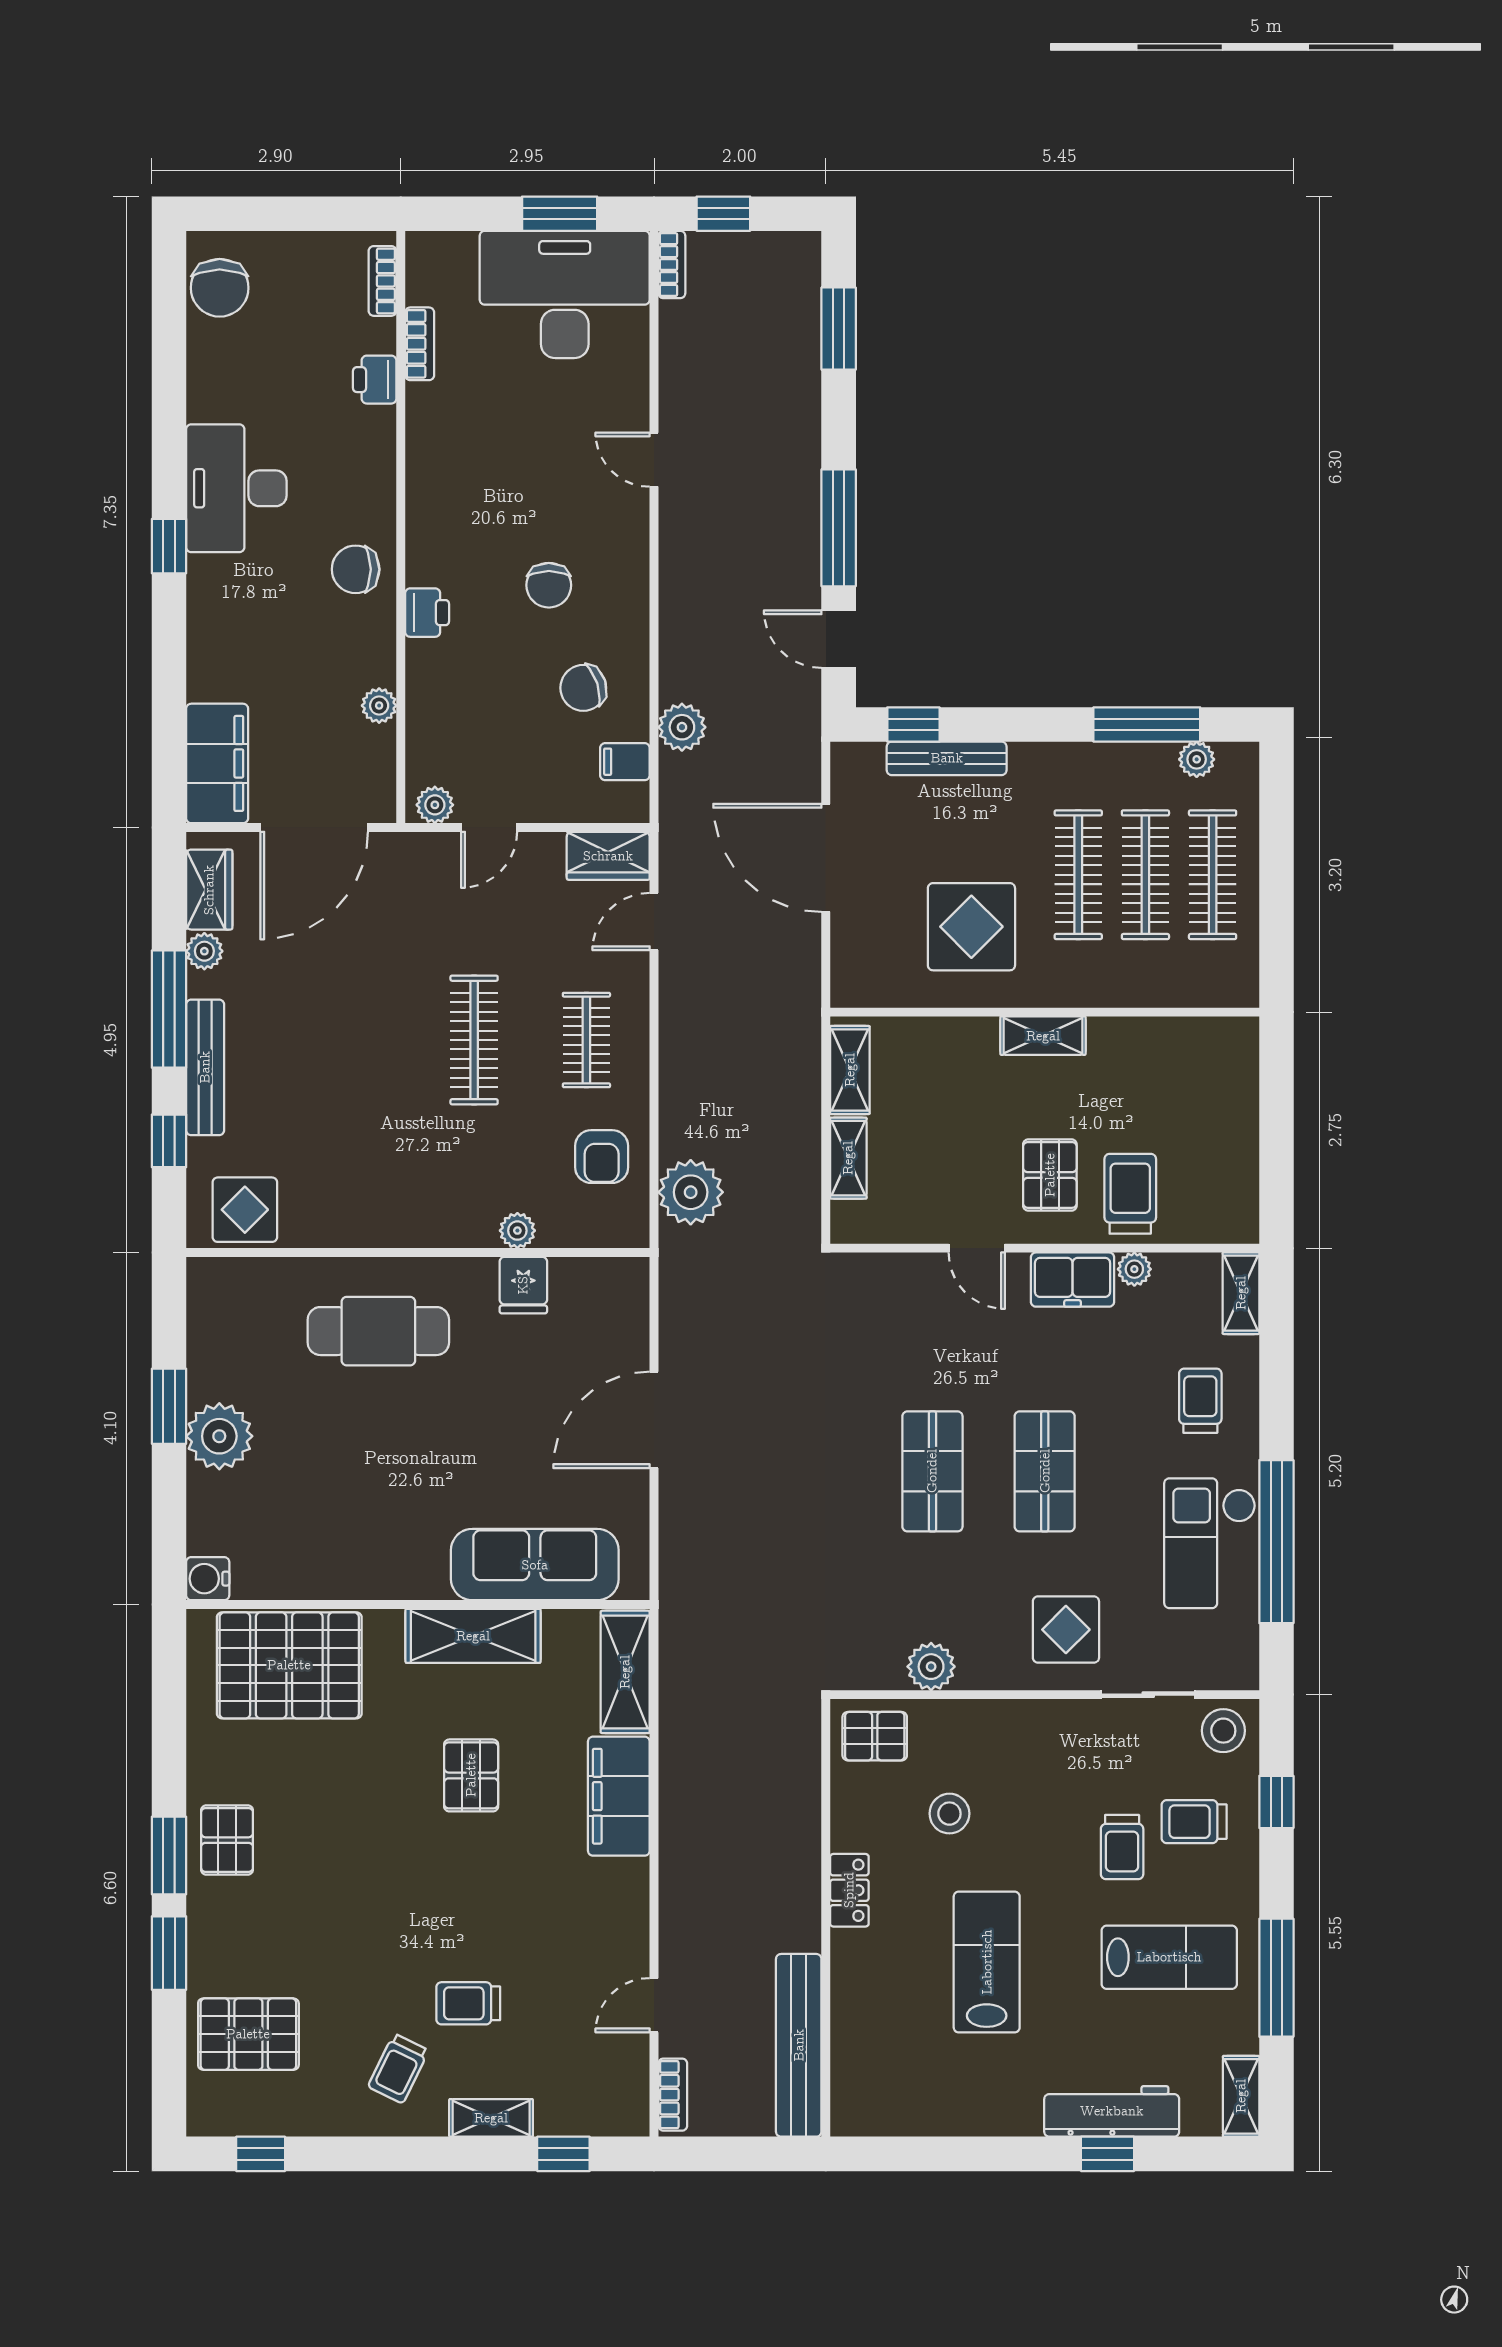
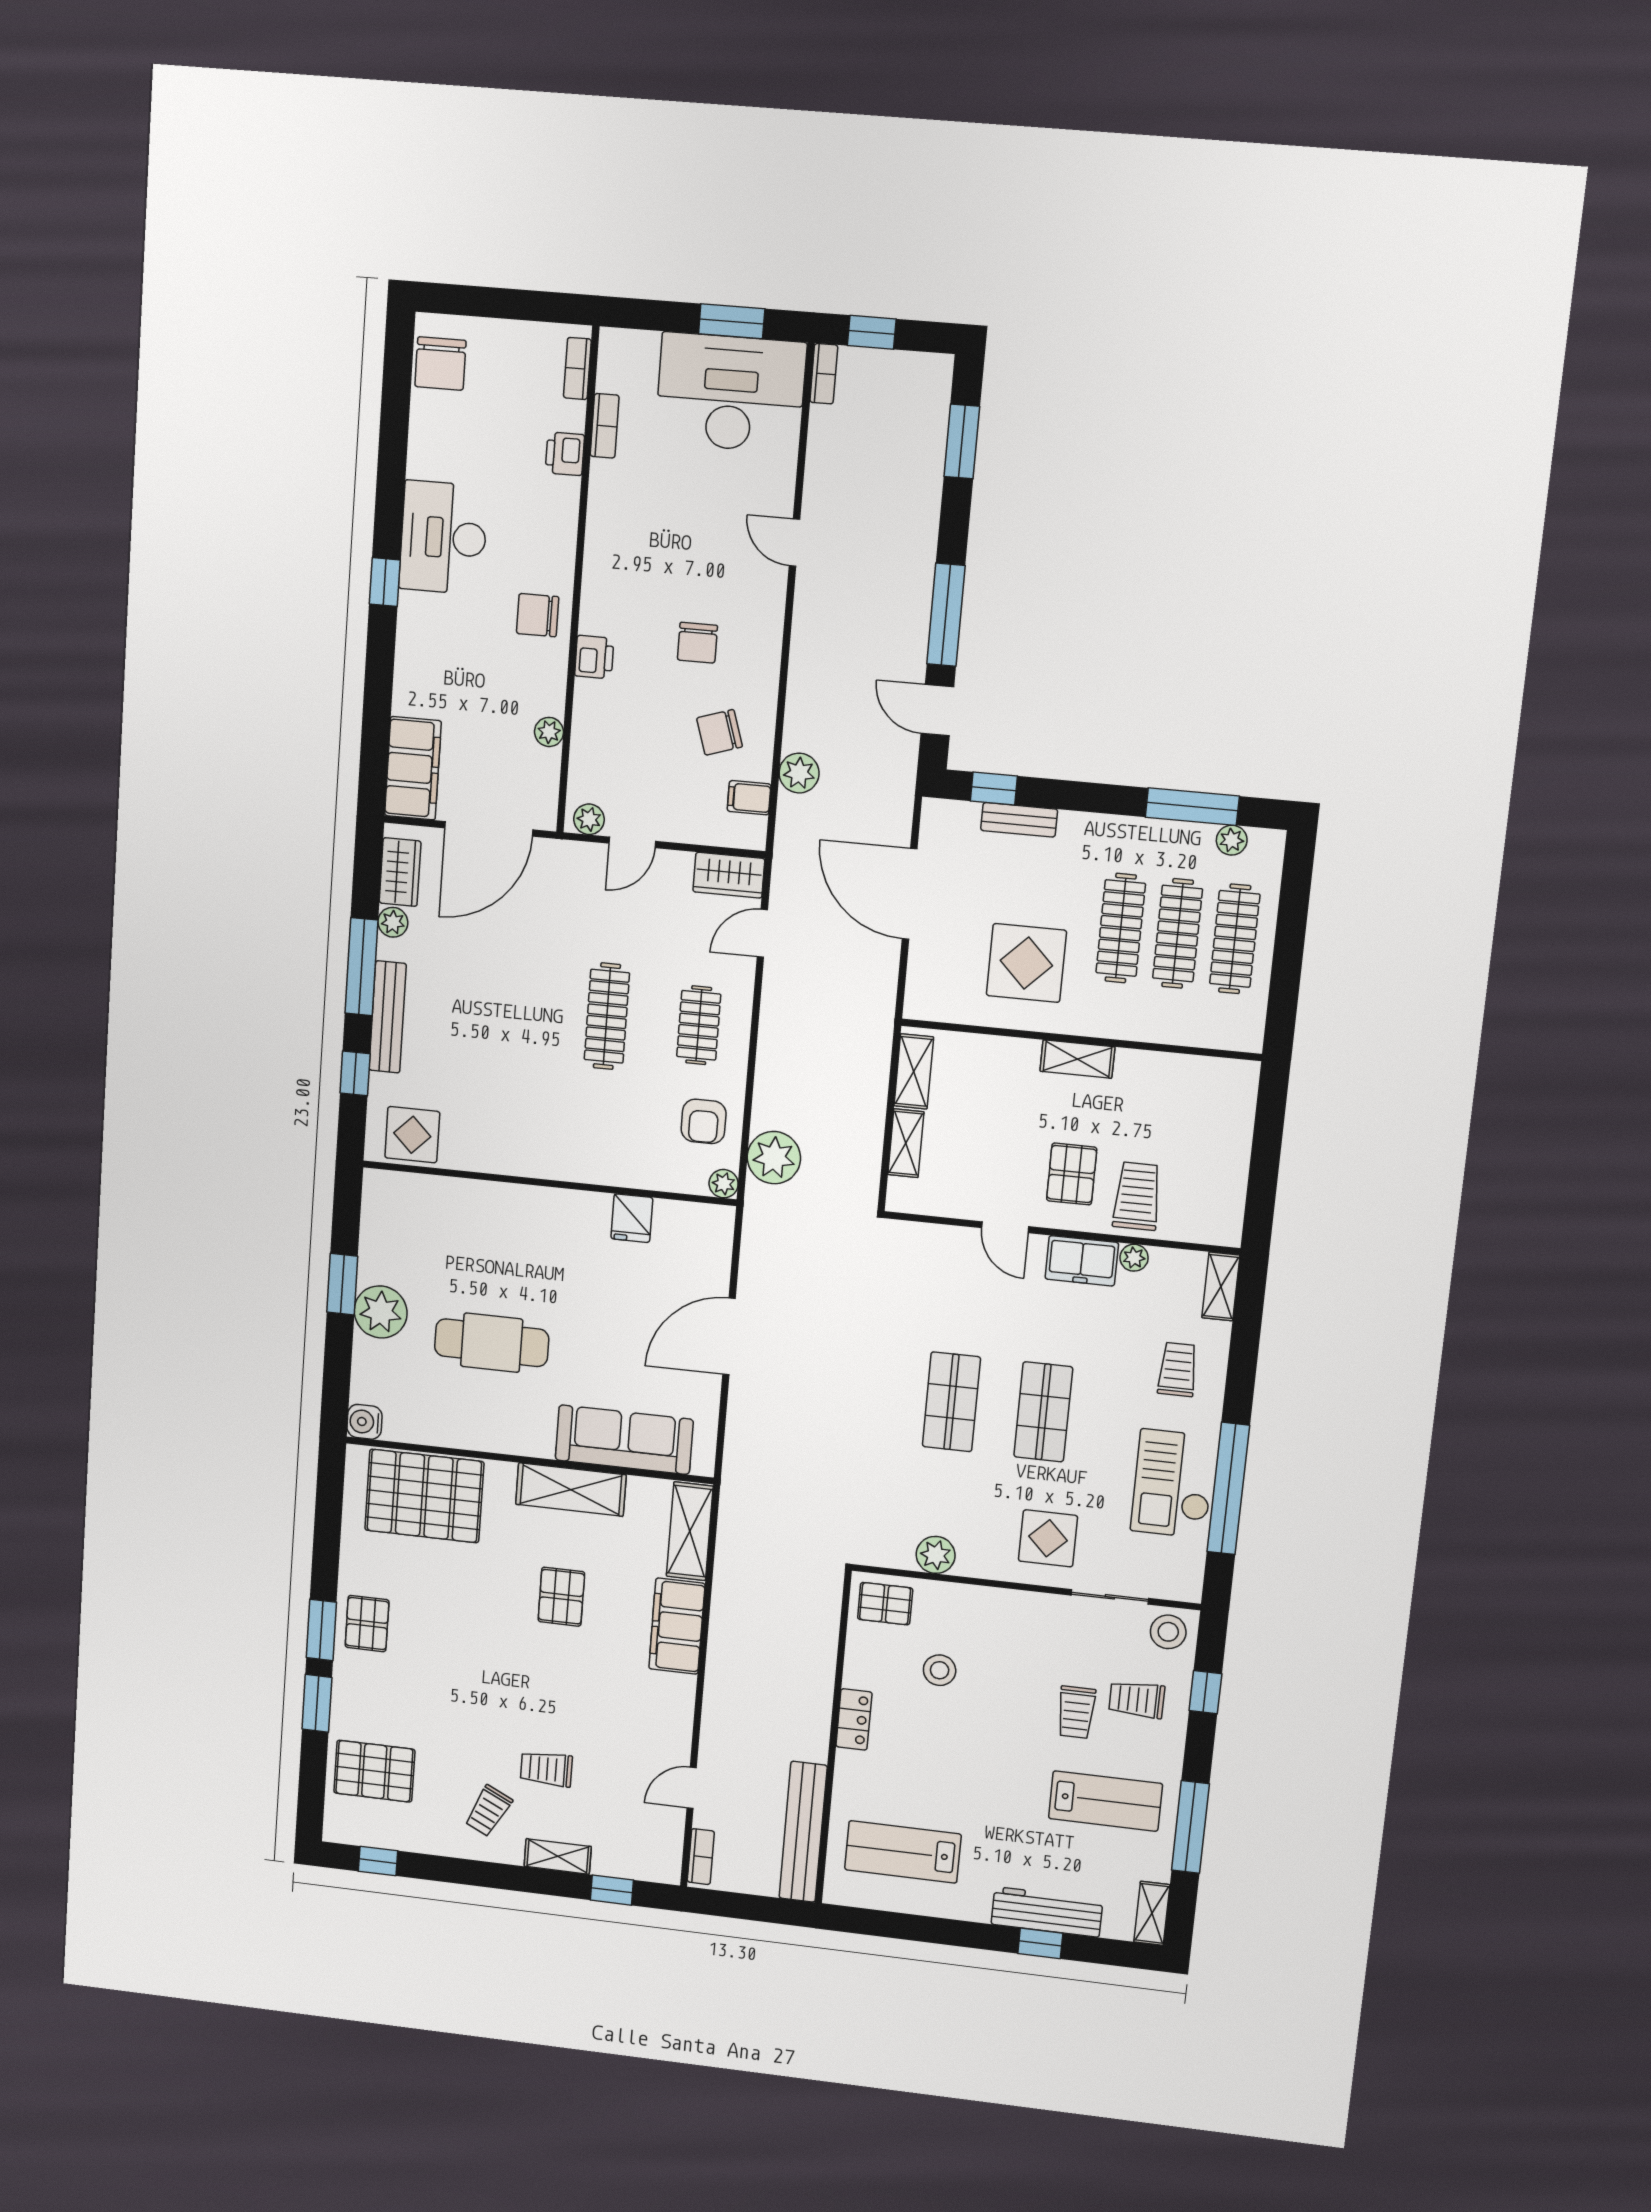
bench: (947, 758) -> (1019, 820), width x0.73
plant: (517, 1231) -> (724, 1184), moved
cafe table: (378, 1331) -> (492, 1343), moved
lab bench: (987, 1962) -> (903, 1852), moved, turned -90

